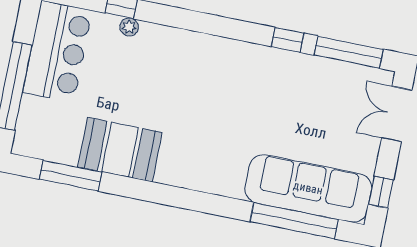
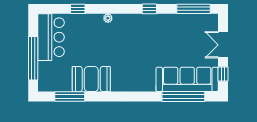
plant: (129, 27) -> (108, 18), moved
window: (288, 40) -> (149, 9), moved
double door: (397, 114) -> (223, 45), moved

